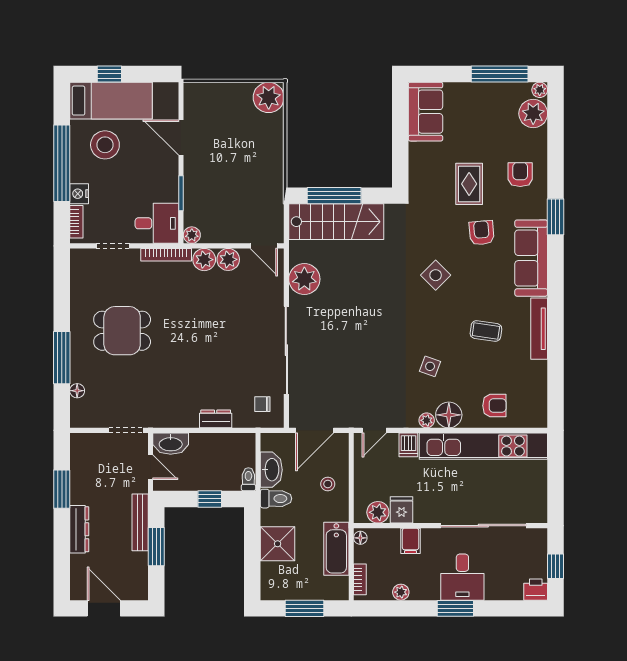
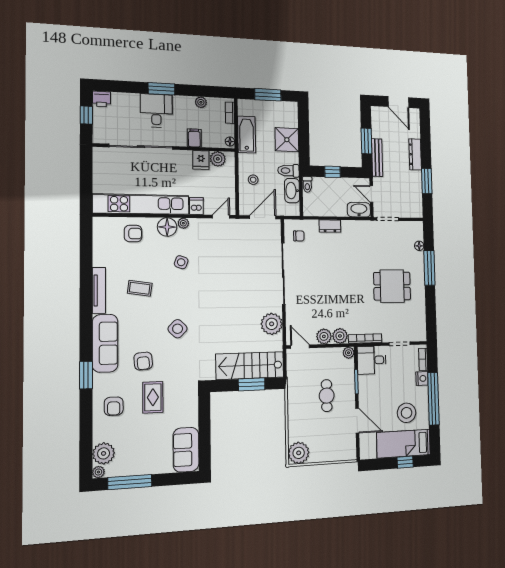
cafe table: (226, 175) -> (327, 396), added
window: (334, 196) -> (252, 384), width x0.69
armchair: (494, 406) -> (133, 234), turned 180

